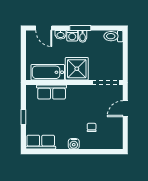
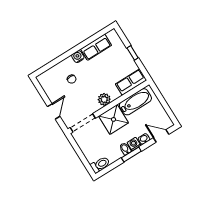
row of seats: (52, 92) -> (131, 82), moved
plant: (74, 92) -> (104, 99), added
row of seats: (41, 142) -> (96, 47), moved

